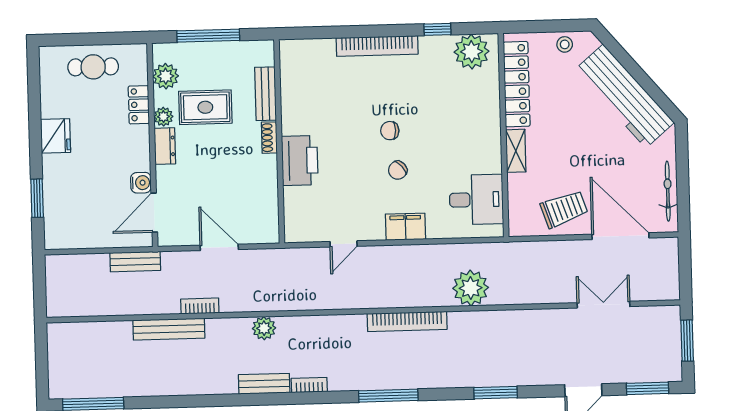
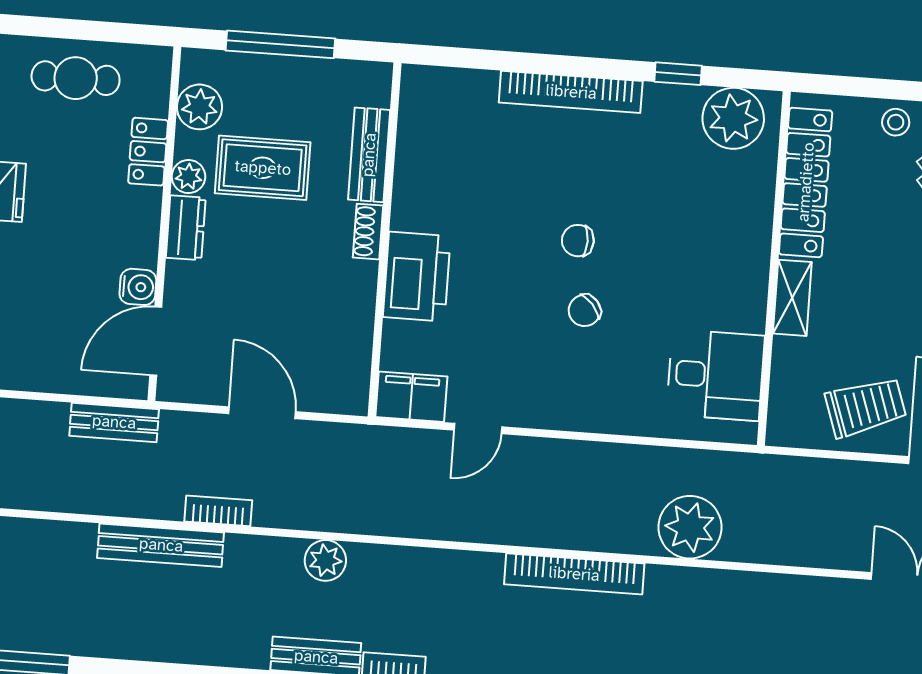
filing cabinet: (405, 227) -> (411, 397), moved

